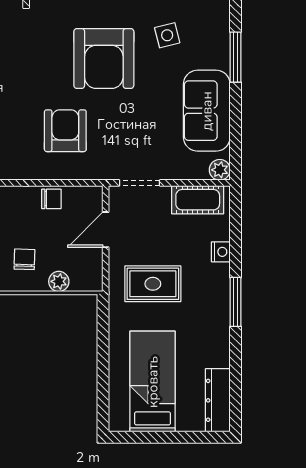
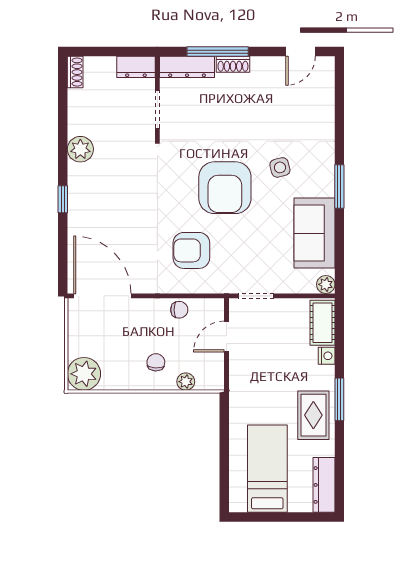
armchair: (65, 131) -> (191, 250), turned -90
cot: (198, 200) -> (322, 323), moved, turned 90
rug: (153, 284) -> (313, 415), moved, turned 90

